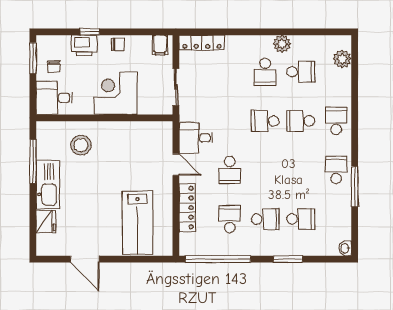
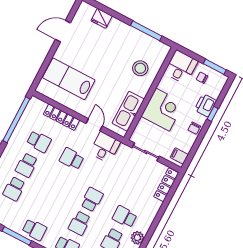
school desk: (301, 121) -> (79, 223), turned 180
door: (176, 165) -> (94, 125), swing flipped
kitchen sink: (48, 185) -> (128, 111), moved, turned 90

